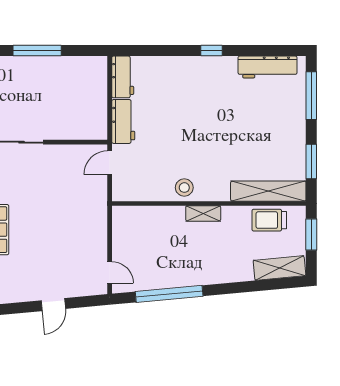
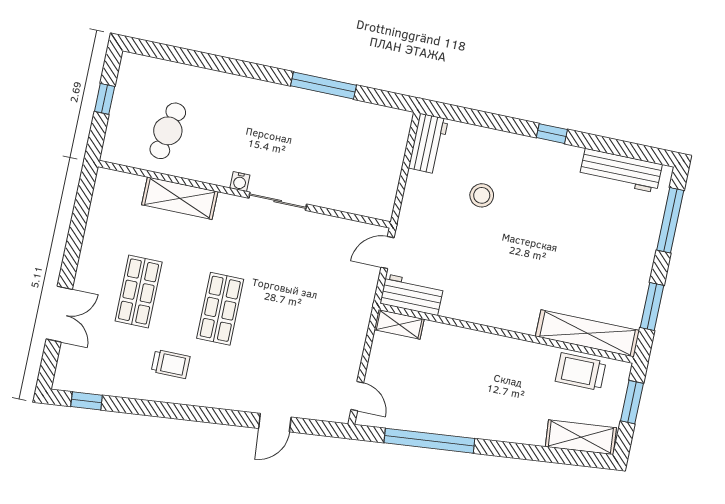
workbench: (123, 121) -> (412, 295), moved, turned -90
stool: (184, 188) -> (482, 195), moved
shelving: (203, 213) -> (399, 324), moved

